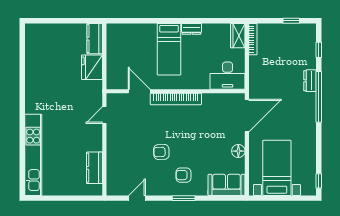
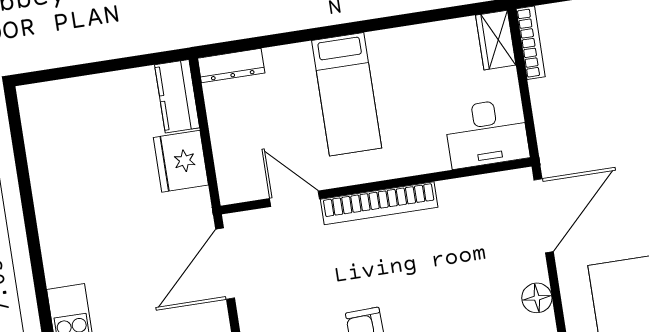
dresser: (192, 29) -> (231, 66), moved, width x1.44
door: (104, 115) -> (225, 264), width x1.88

